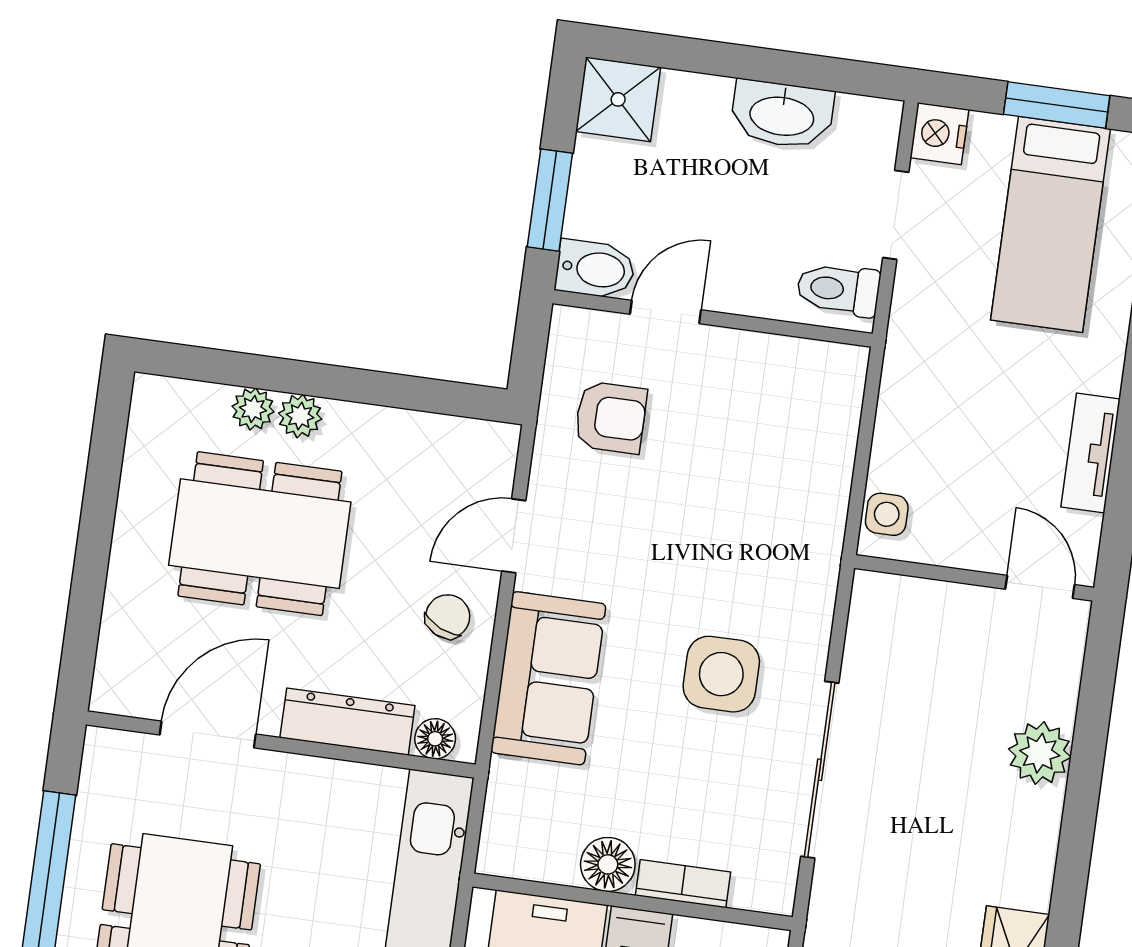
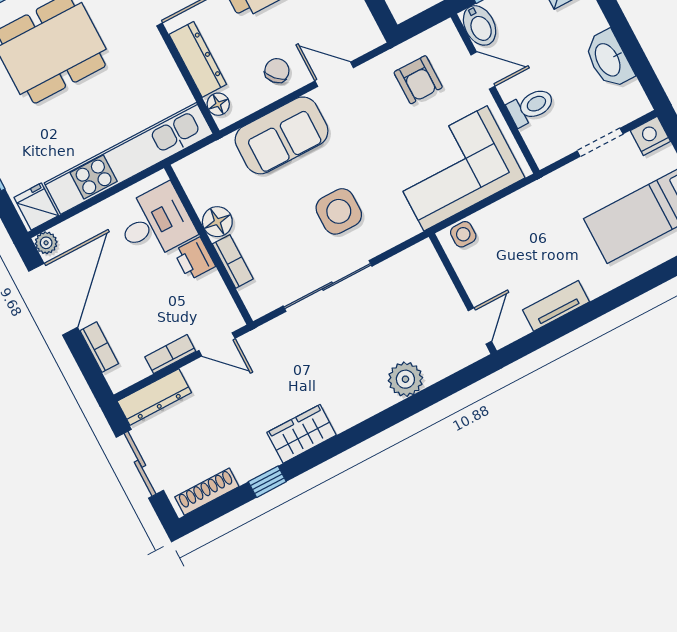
toilet: (838, 289) -> (531, 107), moved, turned 90
corner sofa: (781, 456) -> (456, 168), added
chair: (448, 617) -> (277, 71), turned -68

